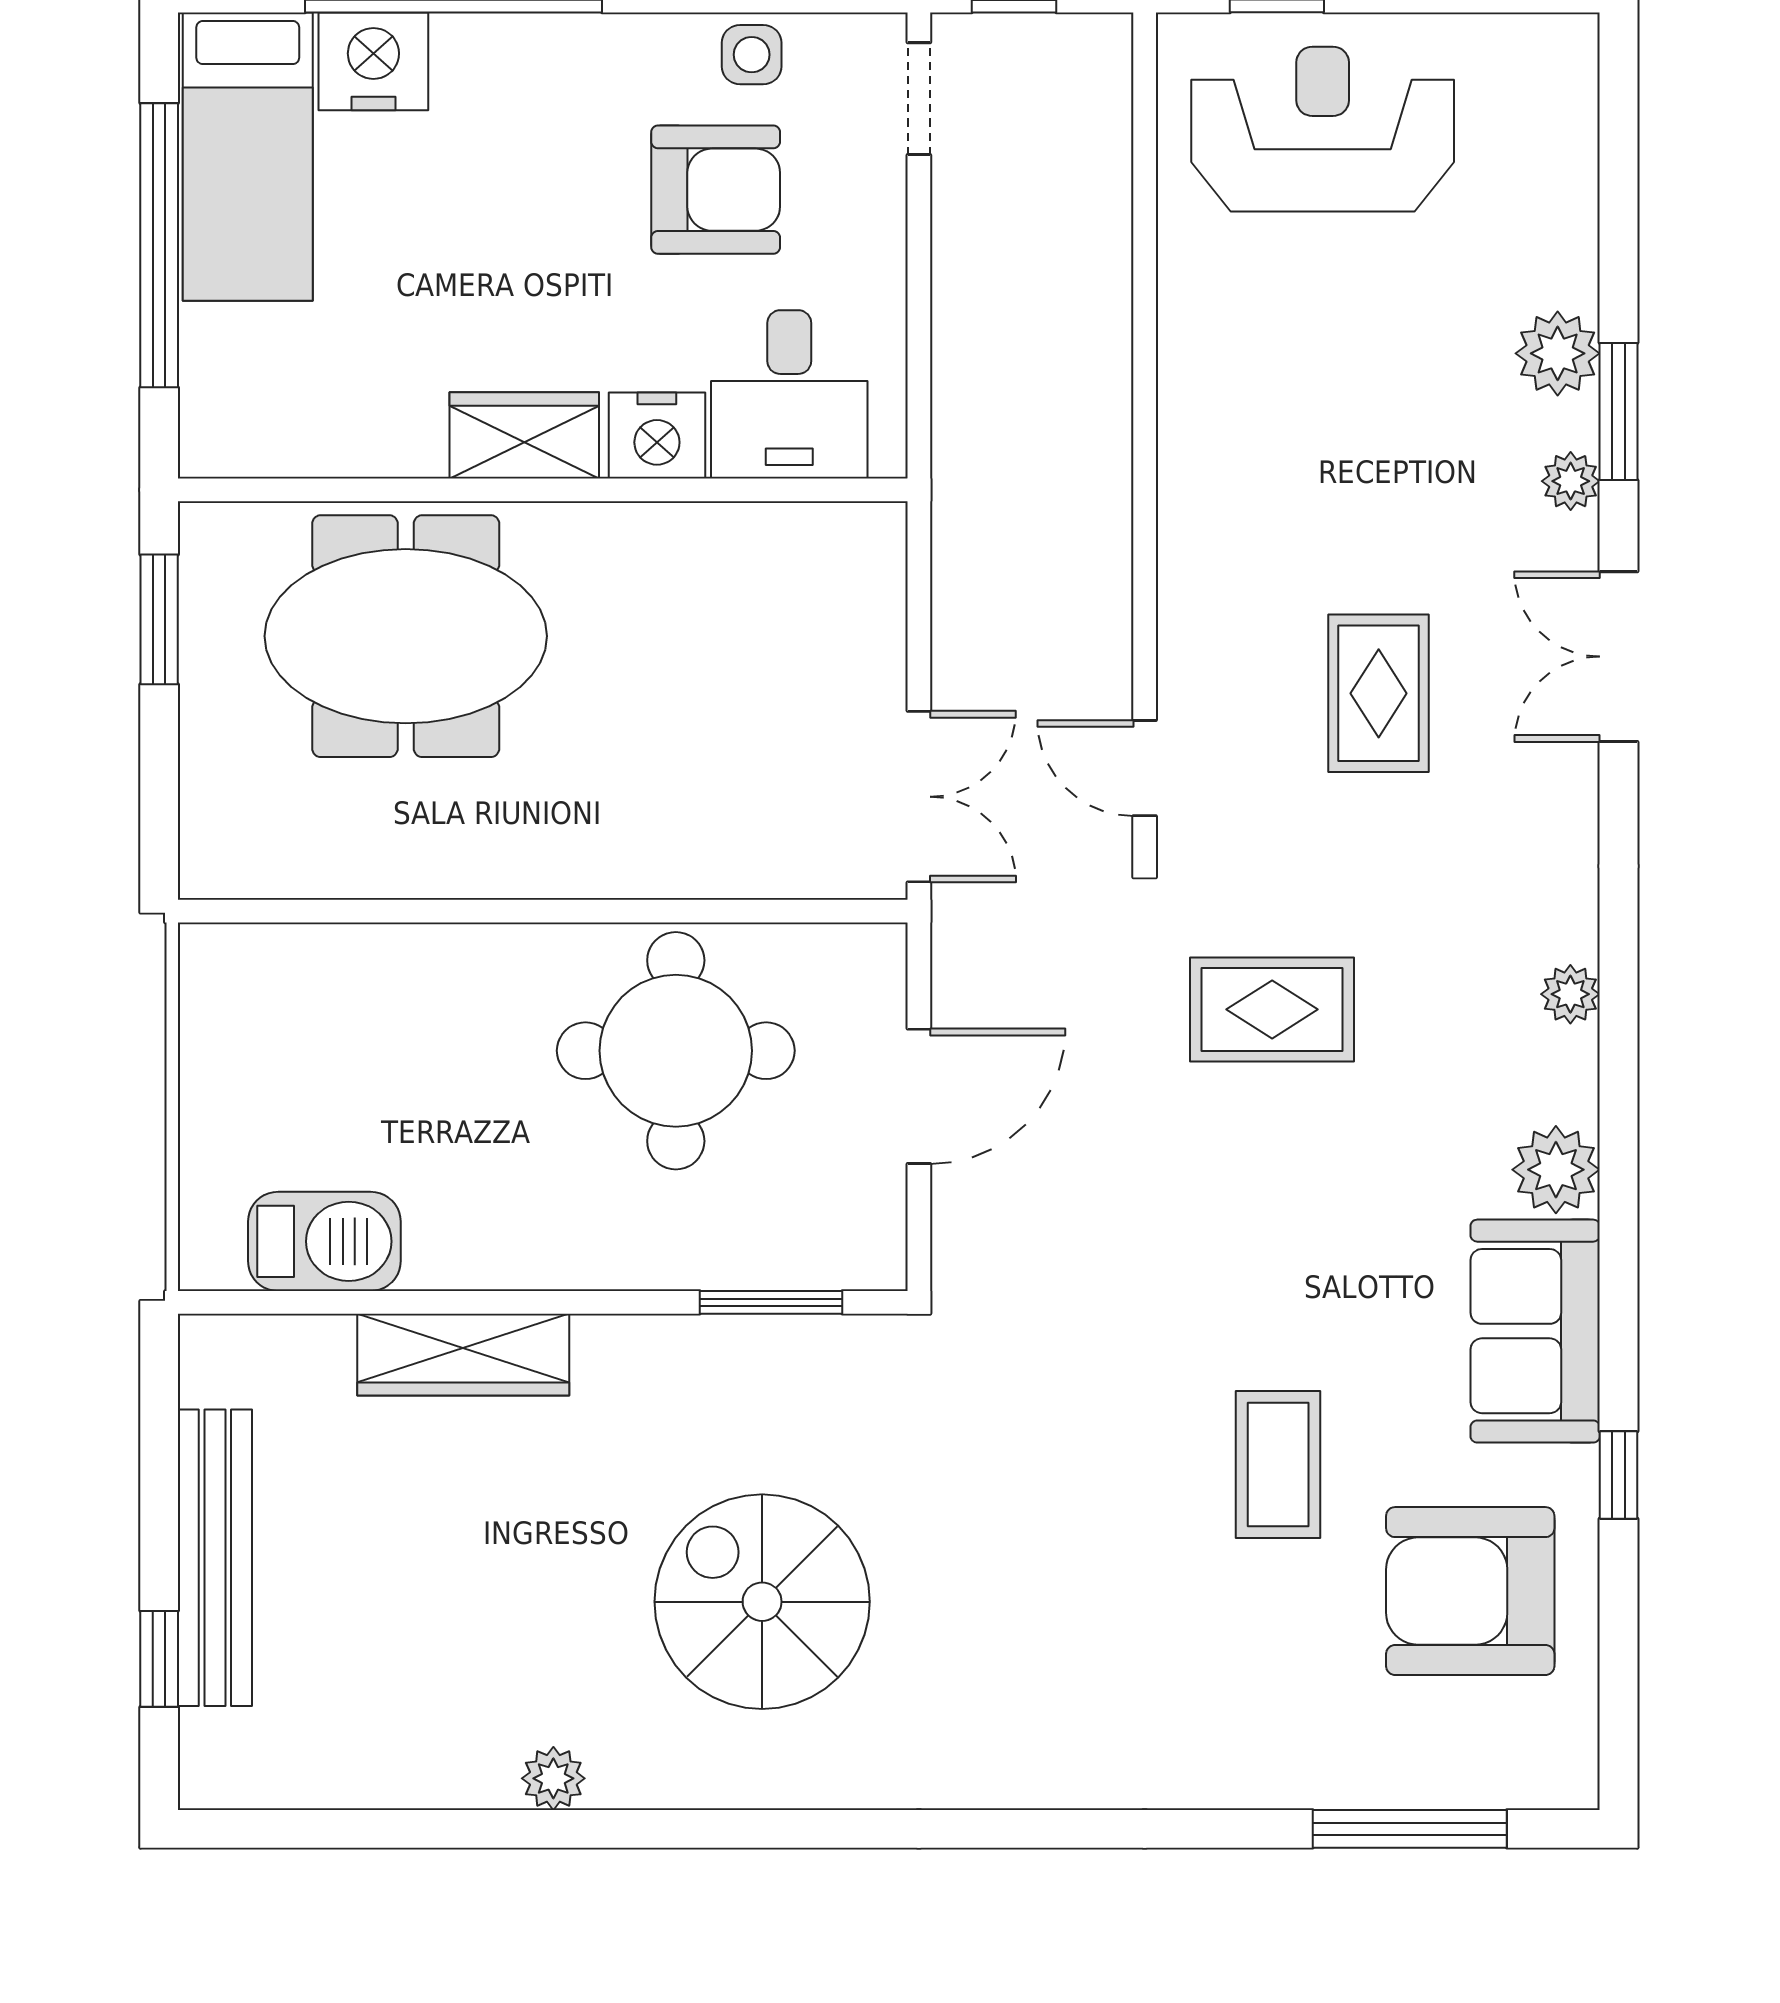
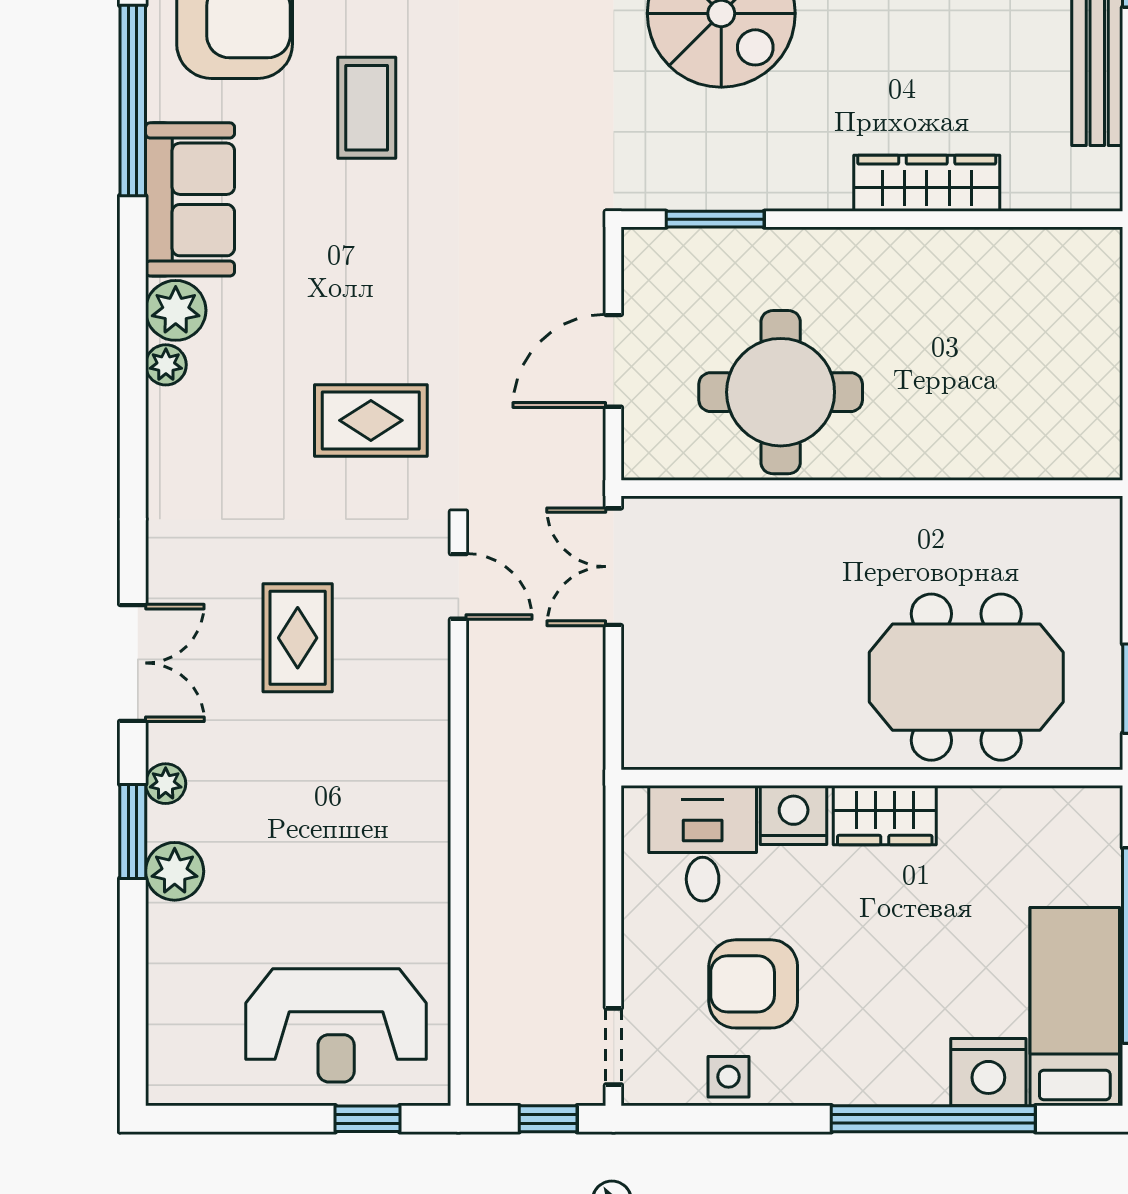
plant: (1570, 994) -> (166, 365), moved
barbecue: (324, 1241) -> (1022, 261), removed
window: (1619, 1475) -> (133, 101), width x3.17

